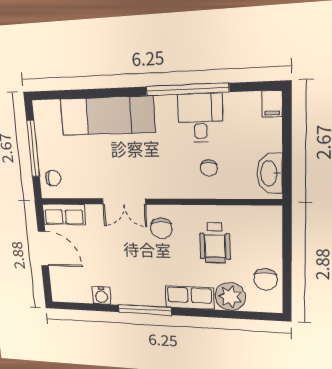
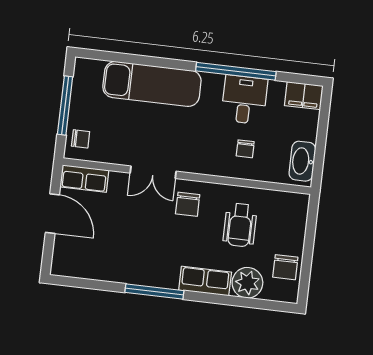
filing cabinet: (272, 104) -> (304, 96), width x2.00
water cooler: (101, 295) -> (109, 272), removed

